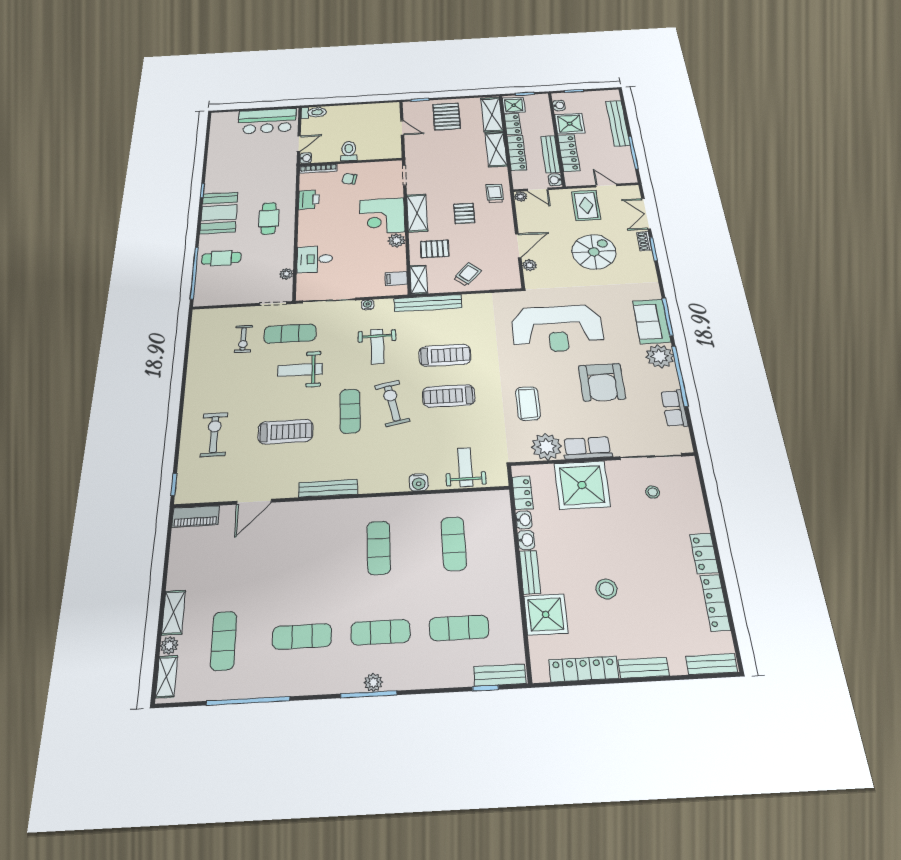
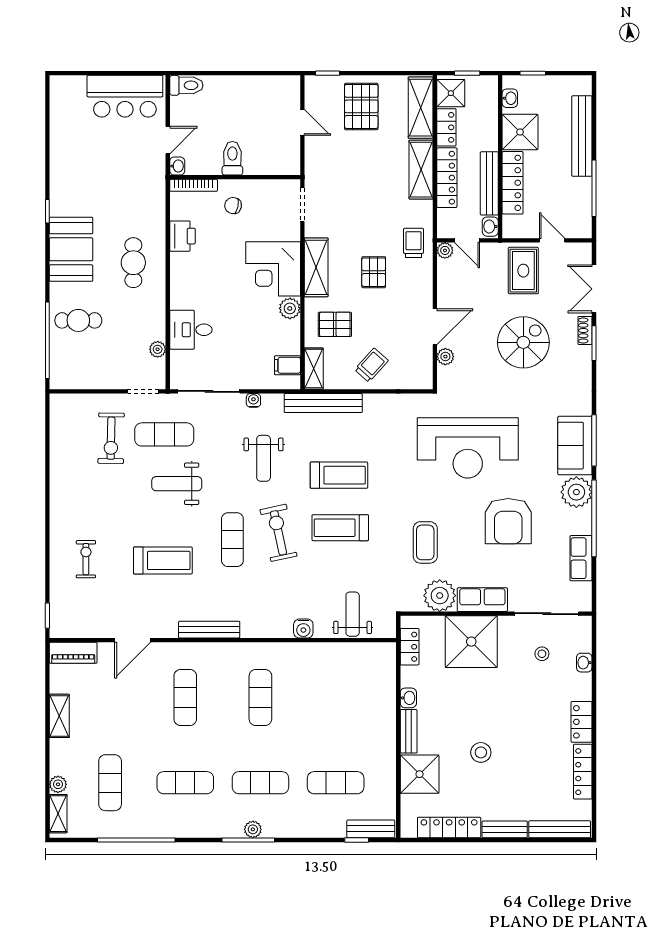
exercise bike: (243, 339) -> (111, 438), width x1.38, depth x1.39
exercise bike: (214, 435) -> (86, 559), width x0.73, depth x0.72
washbasin: (524, 520) -> (584, 663), moved, turned 180
exercise mat: (454, 544) -> (185, 697), moved
shelving: (174, 612) -> (59, 716), moved
bench: (711, 664) -> (560, 829), width x1.36

